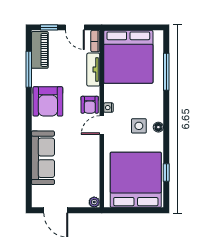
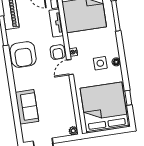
sofa: (43, 158) -> (27, 107), width x0.73

